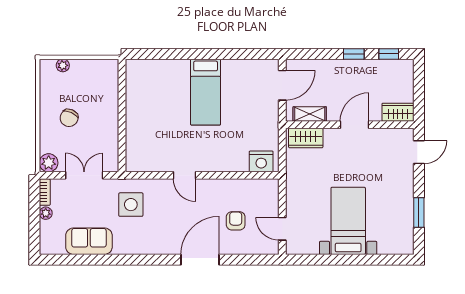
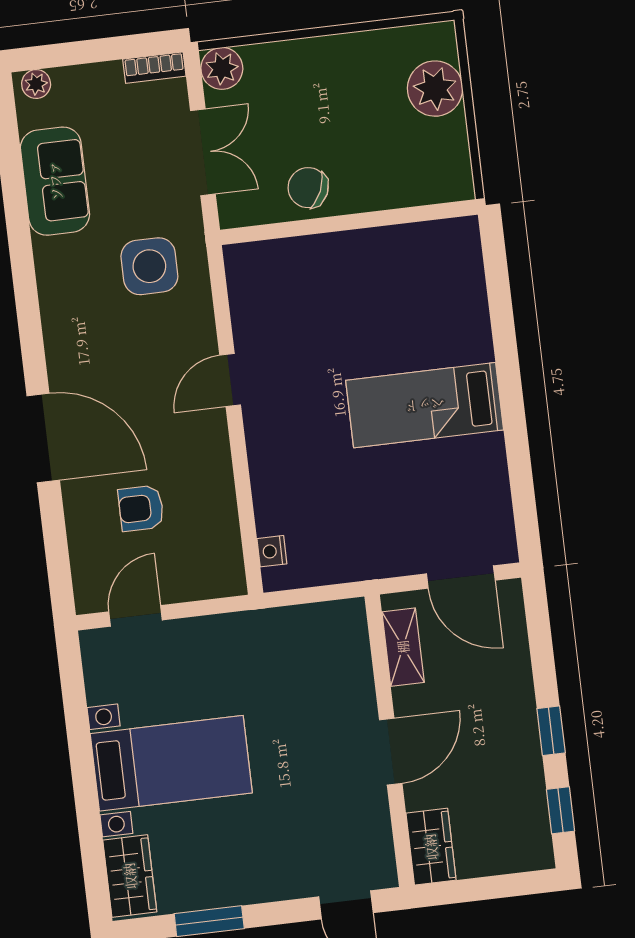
plant: (63, 65) -> (435, 89), width x1.88, depth x1.88
chair: (69, 118) -> (308, 188), moved
door: (355, 125) -> (391, 752), hinge flipped
wardrobe: (306, 138) -> (130, 876), moved, turned 180
nightstand: (261, 161) -> (272, 551), width x0.53, depth x0.56
plant: (46, 213) -> (36, 84), moved
armchair: (236, 221) -> (141, 508), turned 180

